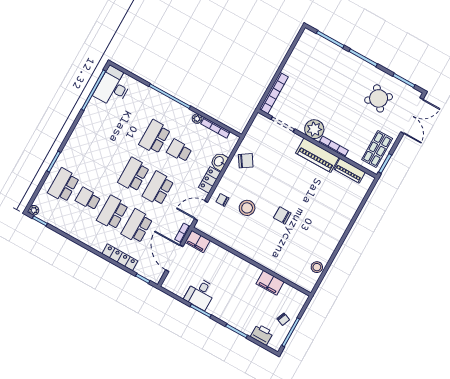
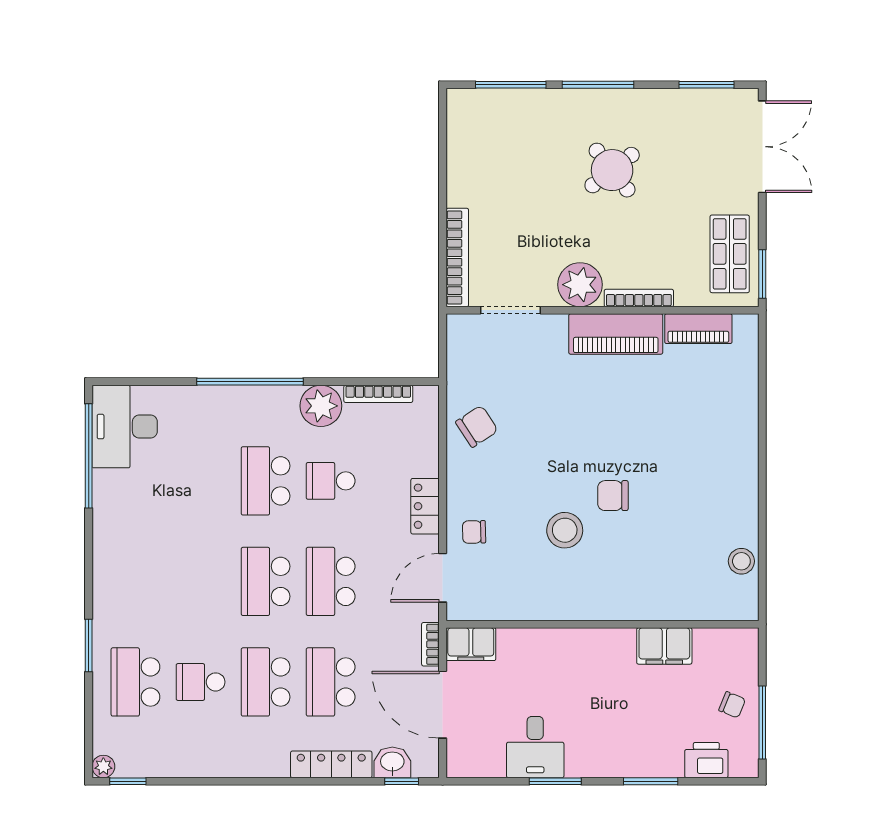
round table: (379, 98) -> (612, 170), moved
plant: (197, 119) -> (321, 406), width x1.88, depth x1.88
washbasin: (219, 161) -> (392, 762), moved, turned 90
stool: (247, 208) -> (565, 530), moved

